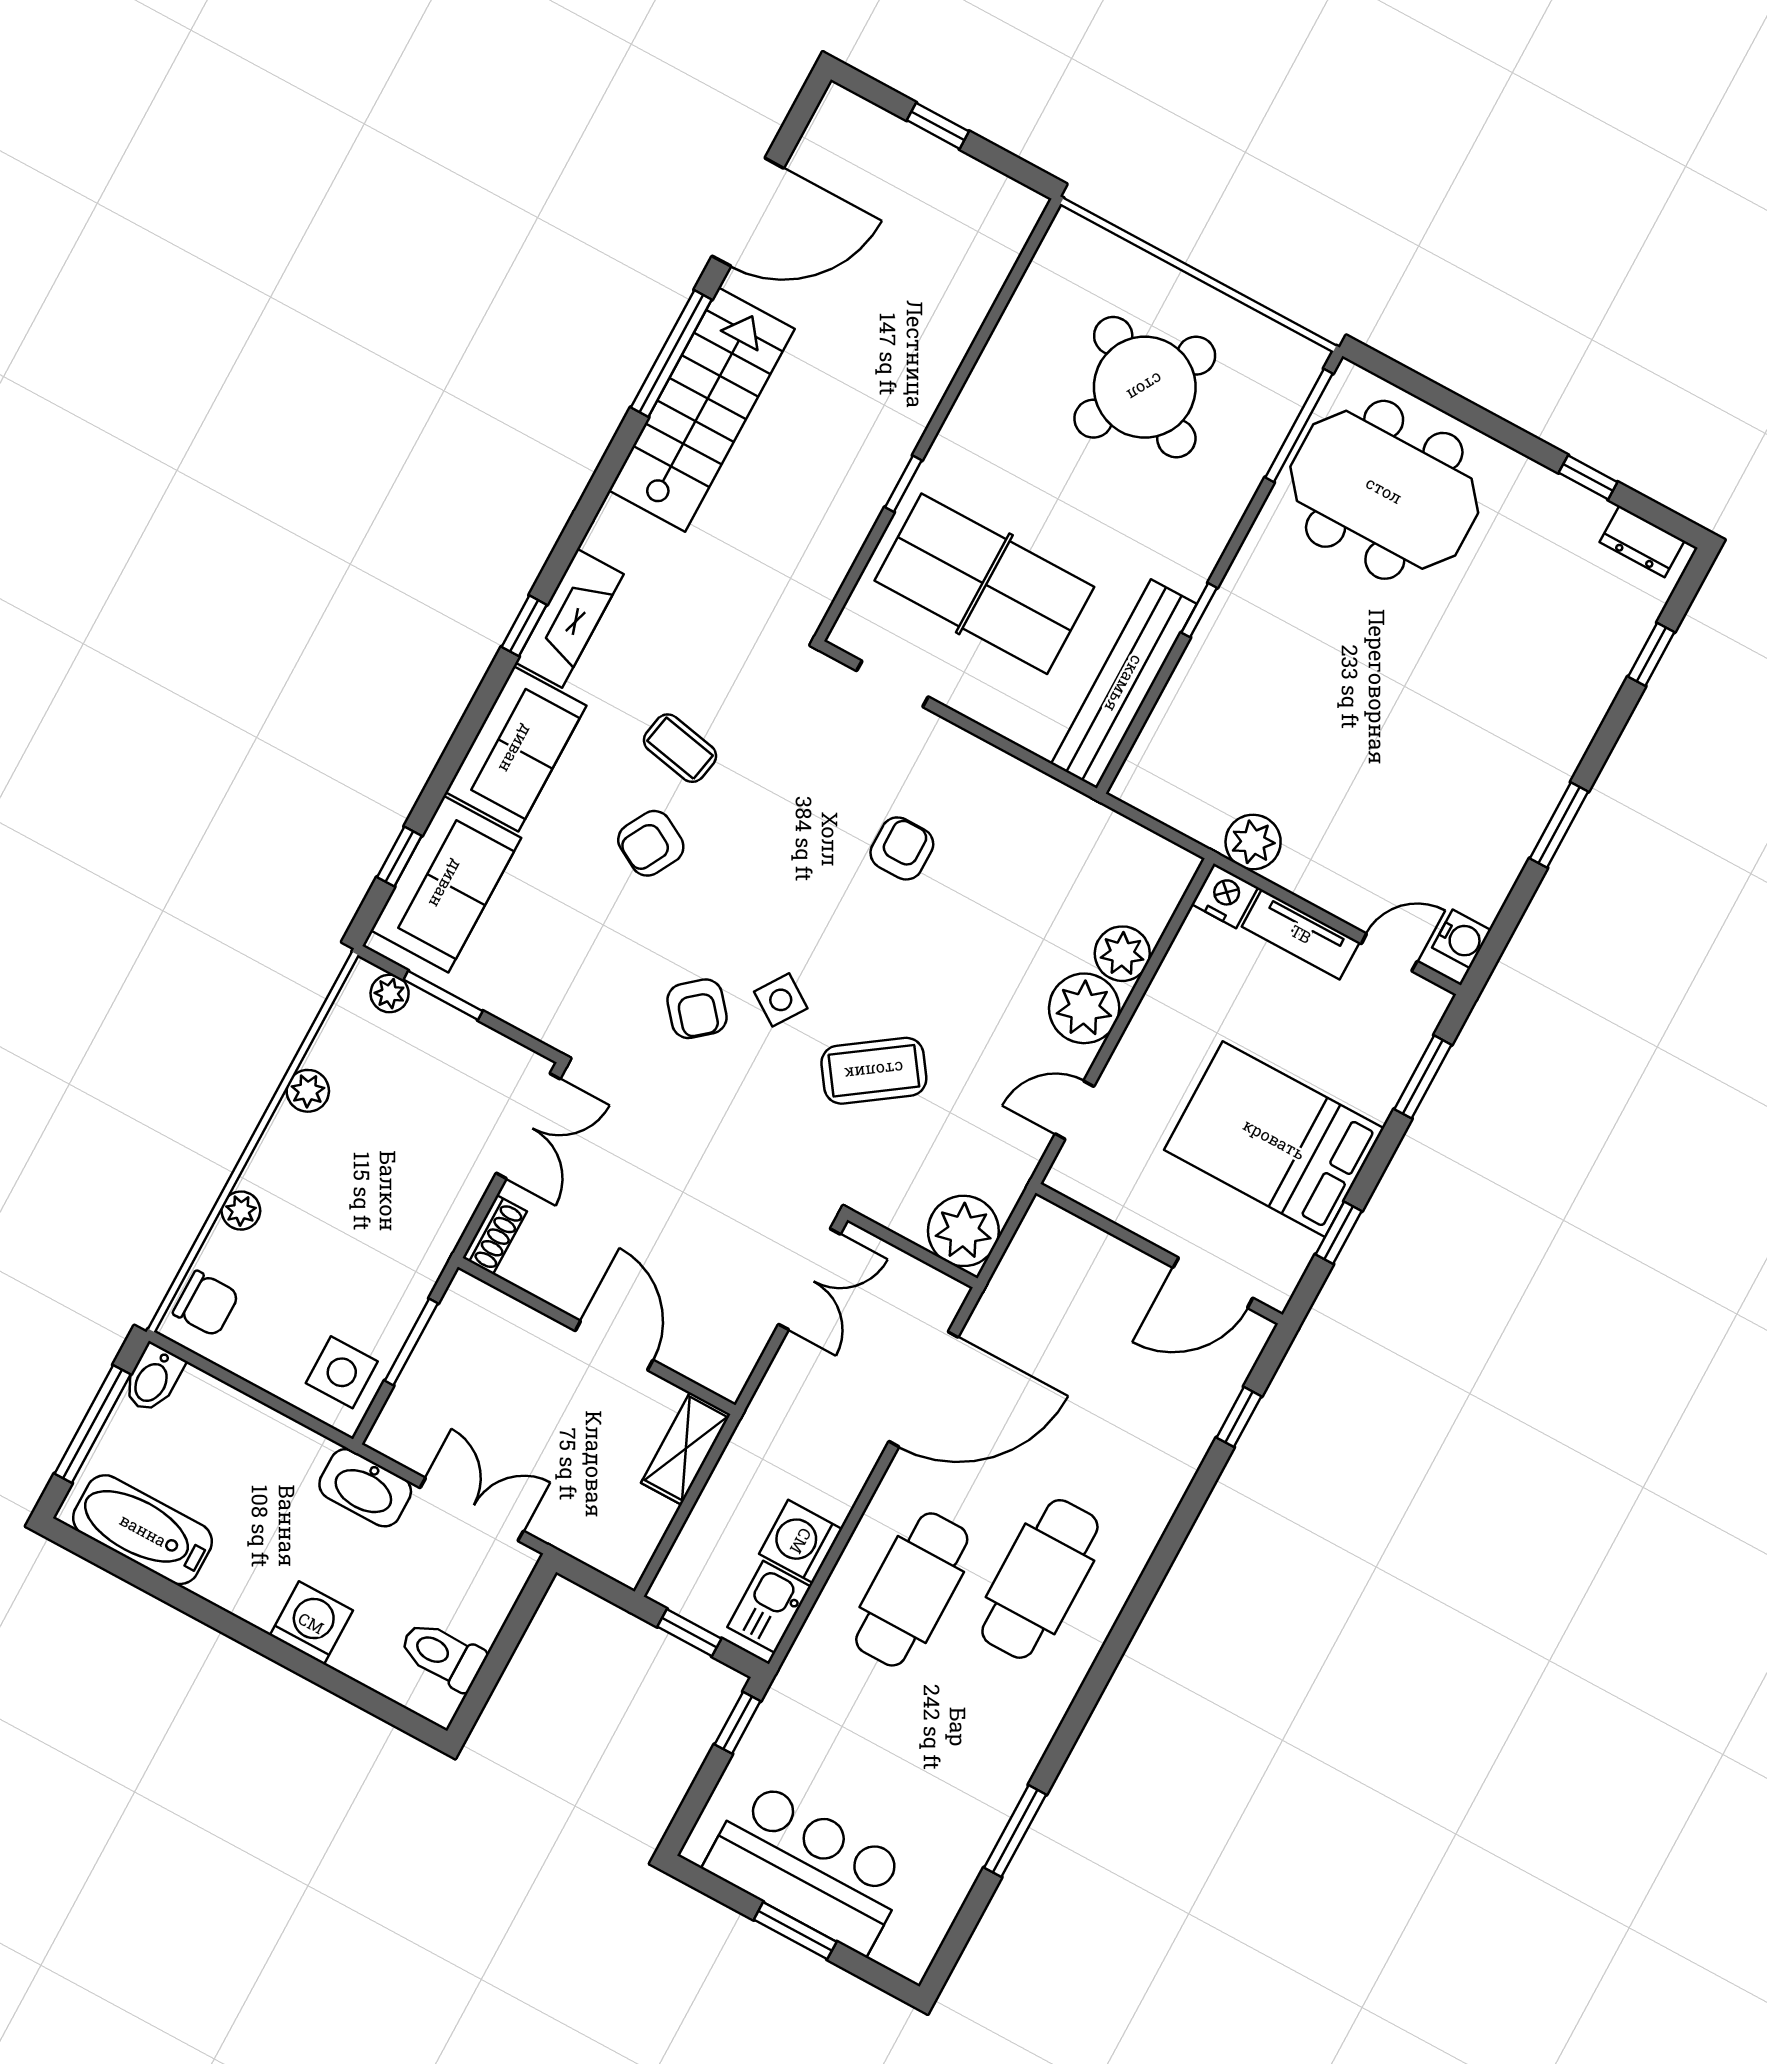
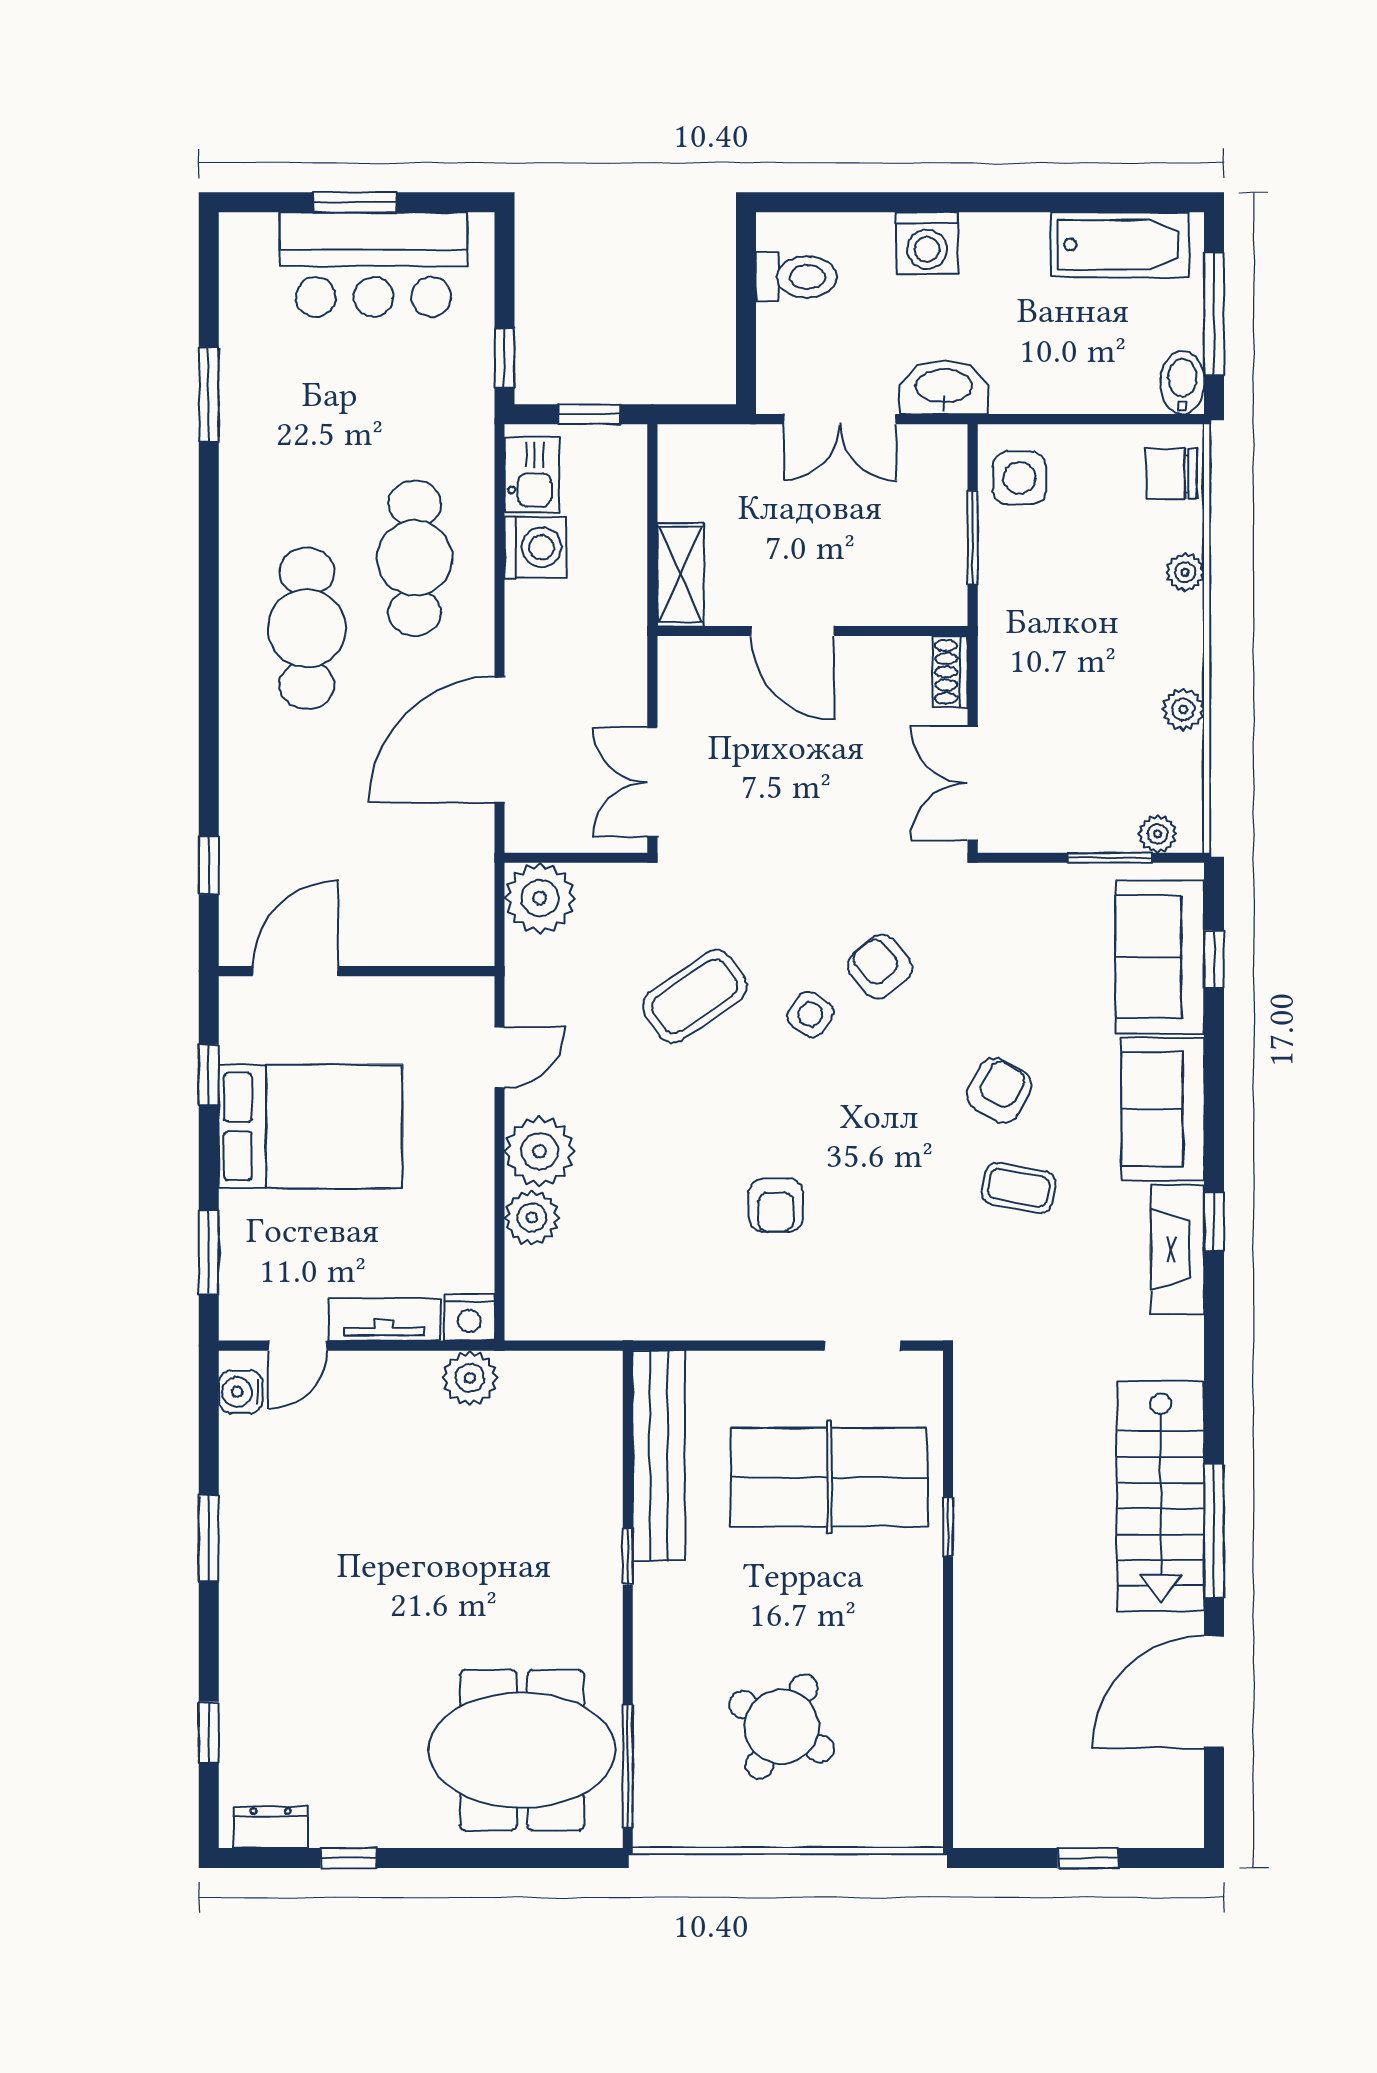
round table: (1145, 387) -> (782, 1727), width x0.73, depth x0.73

